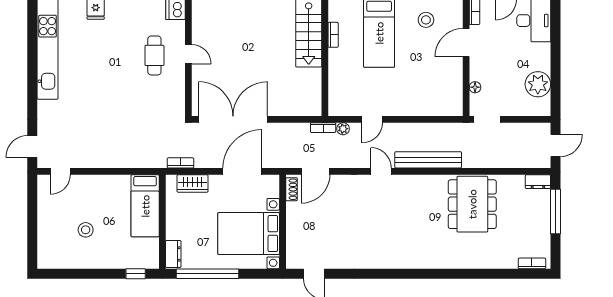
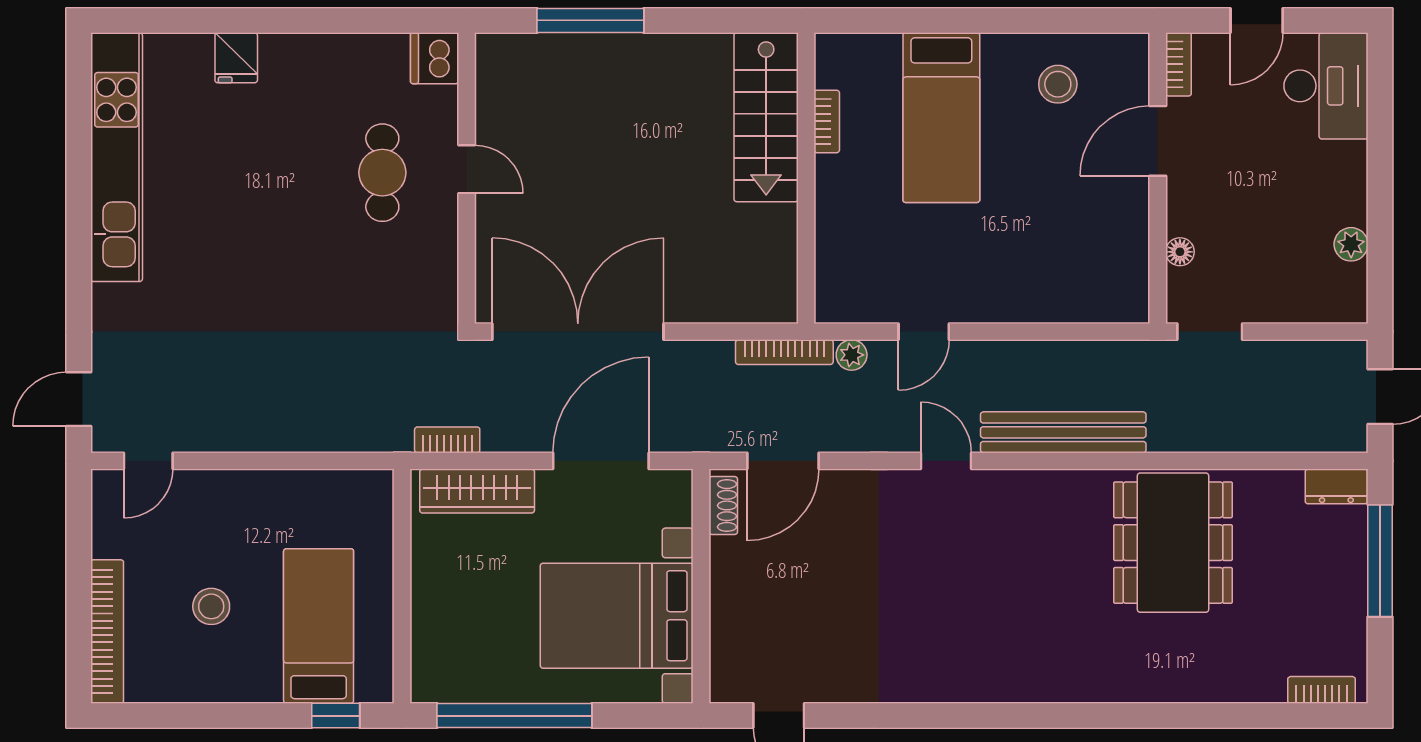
plant: (538, 84) -> (1351, 244), width x0.53, depth x0.53
bookcase: (323, 128) -> (784, 352), width x1.56
wardrobe: (193, 183) -> (477, 491), width x1.50
bed: (145, 206) -> (319, 626), moved, turned 180
bookcase: (44, 240) -> (107, 632), added
dresser: (173, 254) -> (429, 666), removed

